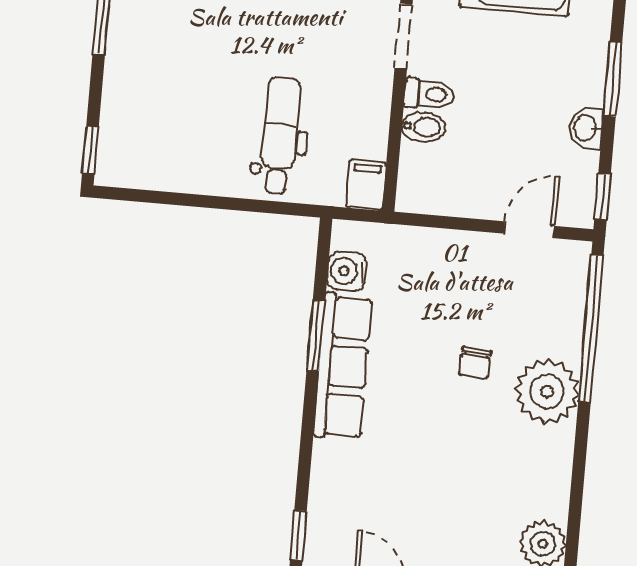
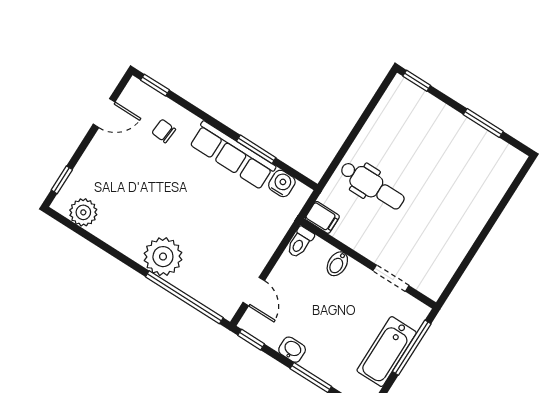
toilet: (429, 94) -> (300, 242), moved
chair: (475, 363) -> (164, 131), moved

